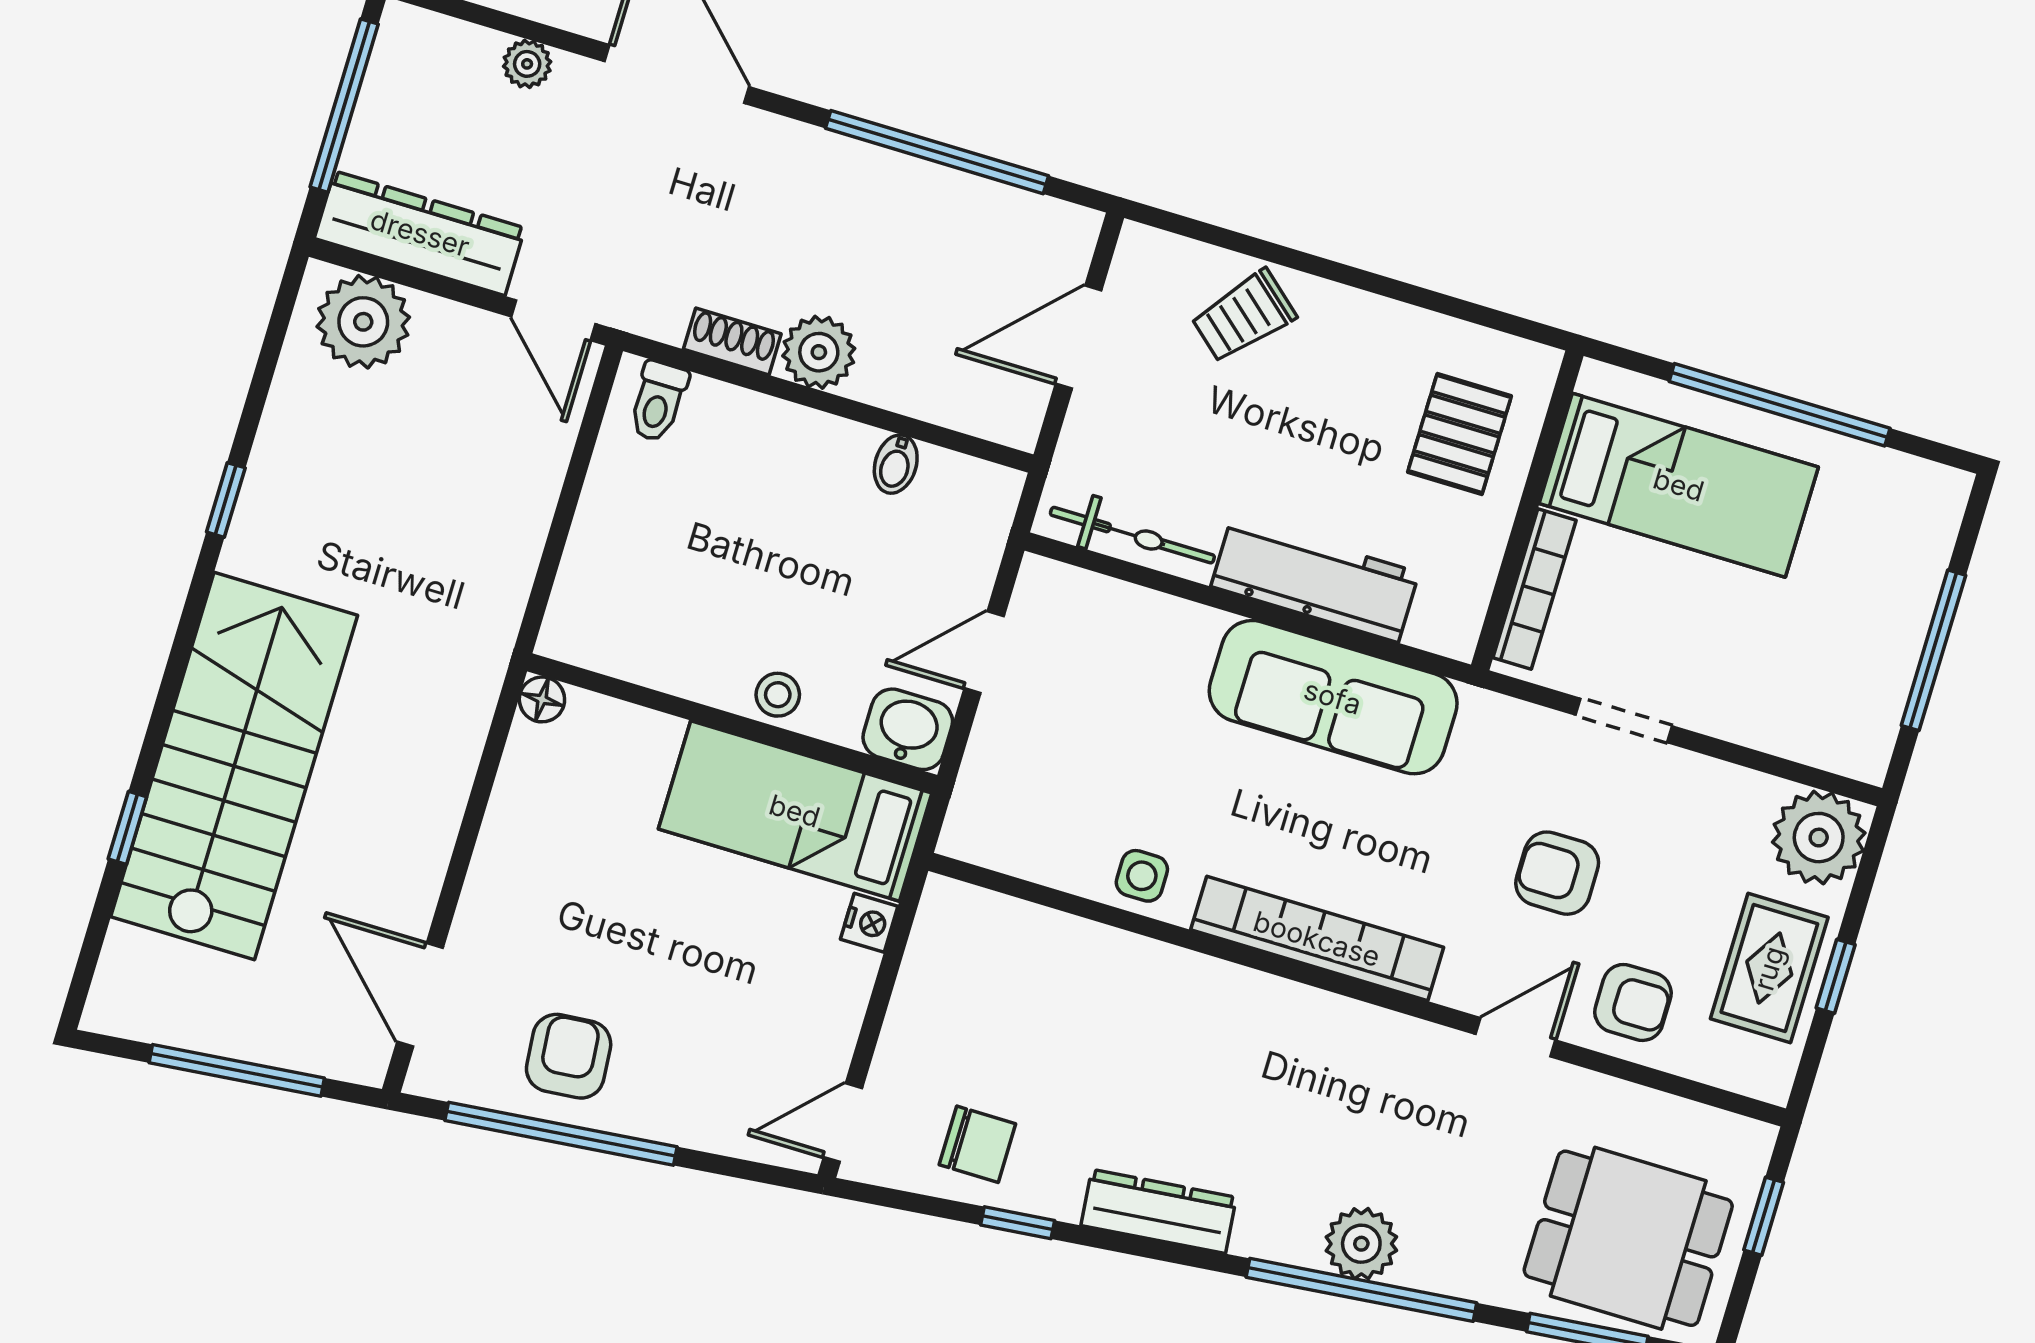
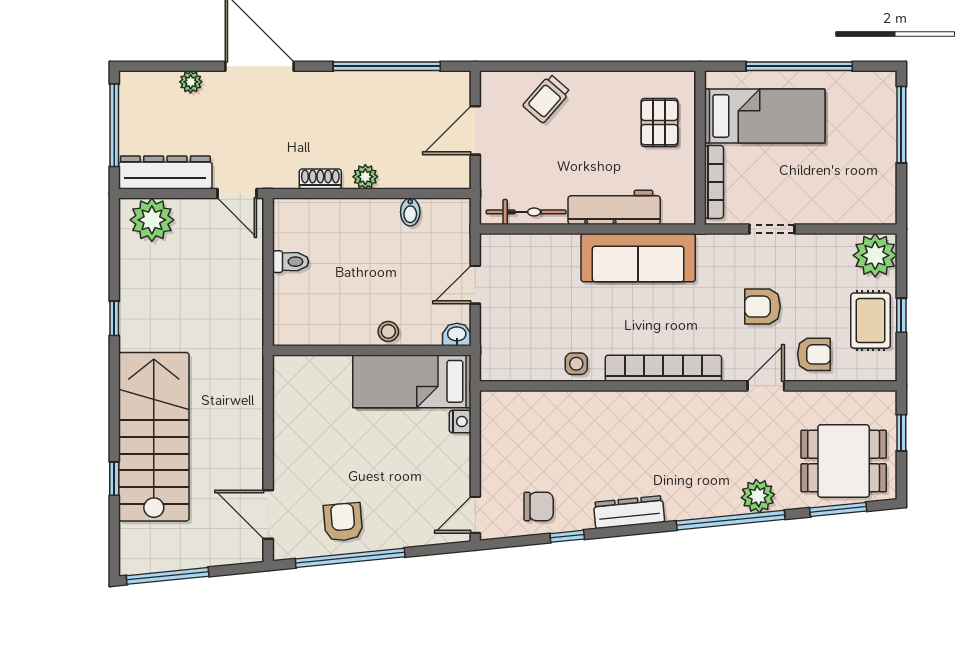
plant: (819, 352) -> (365, 177), width x0.73, depth x0.73
toilet: (658, 401) -> (290, 262), moved, turned -90
window: (1933, 650) -> (901, 125), moved
floor lamp: (542, 699) -> (283, 365), removed
washbasin: (908, 729) -> (457, 335), width x0.72, depth x0.69
window: (237, 1070) -> (168, 576), moved
plant: (1361, 1244) -> (758, 496), moved

